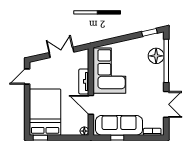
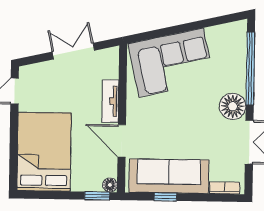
window: (149, 32) -> (223, 20), removed
floor lamp: (156, 56) -> (233, 106), moved
corner sofa: (109, 71) -> (171, 63), moved, turned 77
window: (40, 138) -> (97, 196), moved

